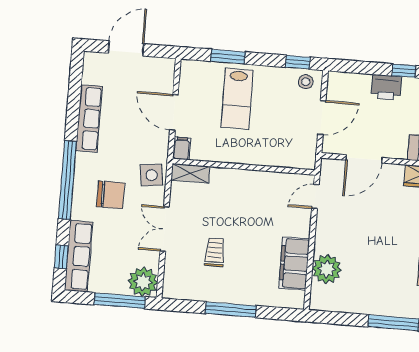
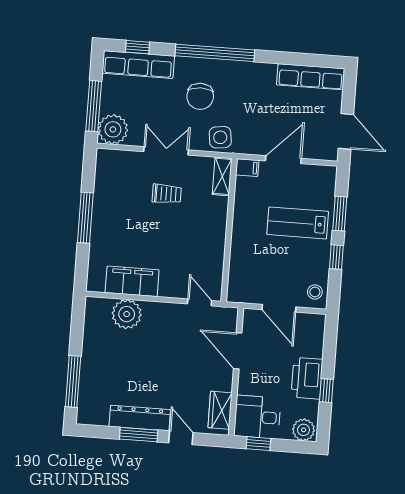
door: (126, 48) -> (346, 131), moved
window: (298, 62) -> (336, 257), moved
printer: (386, 87) -> (307, 378), width x1.37, depth x1.19
row of seats: (89, 118) -> (311, 77), moved
trolley: (215, 252) -> (167, 194), moved

